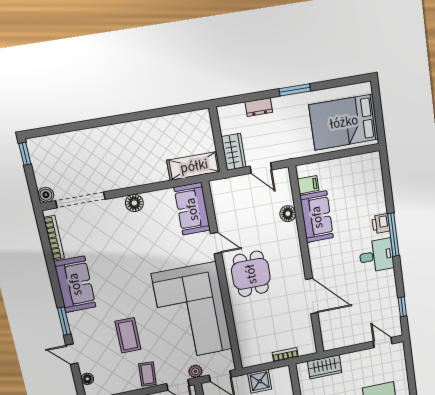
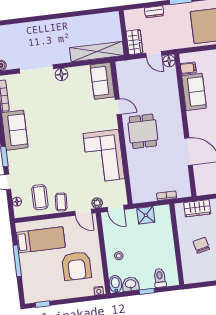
shelving: (194, 166) -> (97, 52), width x1.47
doorway: (80, 200) -> (36, 69), moved
floor lamp: (288, 214) -> (169, 61), moved
corner sofa: (192, 312) -> (104, 156), width x0.73, depth x0.74
coffee table: (128, 335) -> (40, 197), moved

